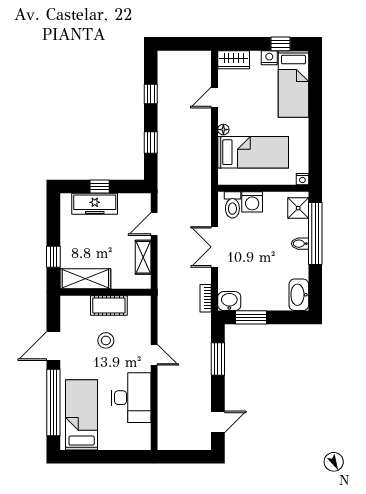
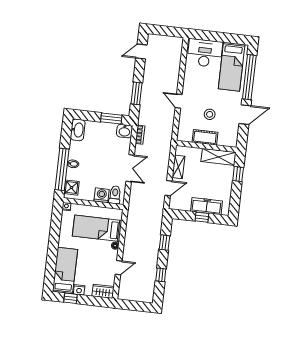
desk: (131, 398) -> (205, 53), moved, turned 90

